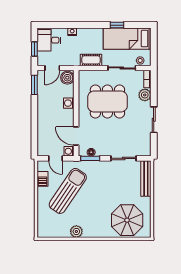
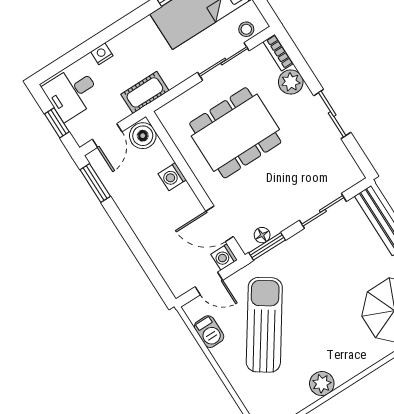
cot: (91, 60) -> (145, 92), moved

